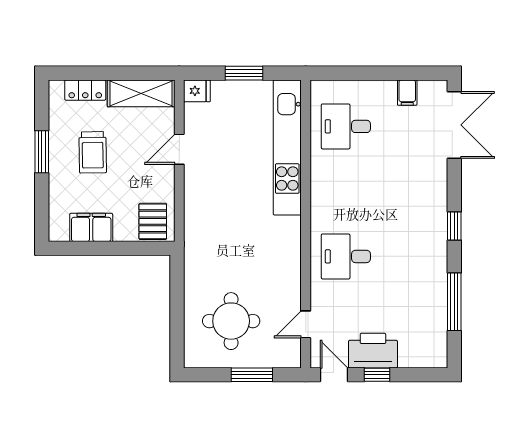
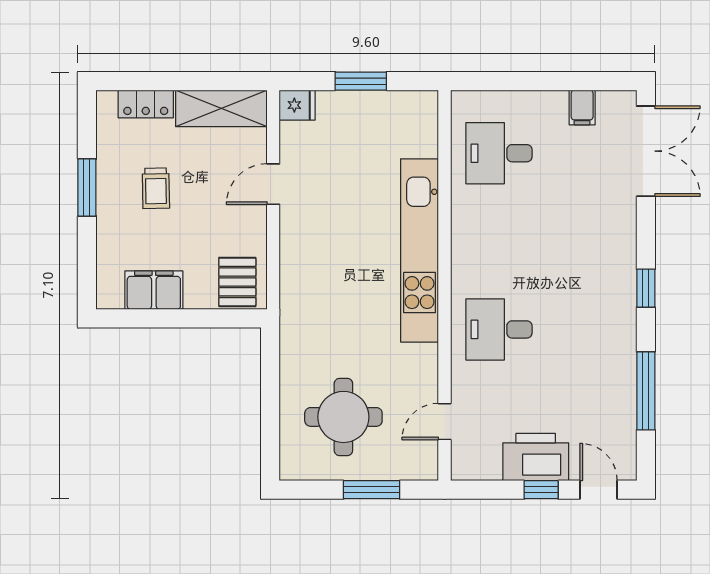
kitchen unit: (287, 147) -> (420, 250), moved
trolley: (93, 152) -> (156, 188), width x0.73, depth x0.72
door: (334, 375) -> (598, 490), moved

